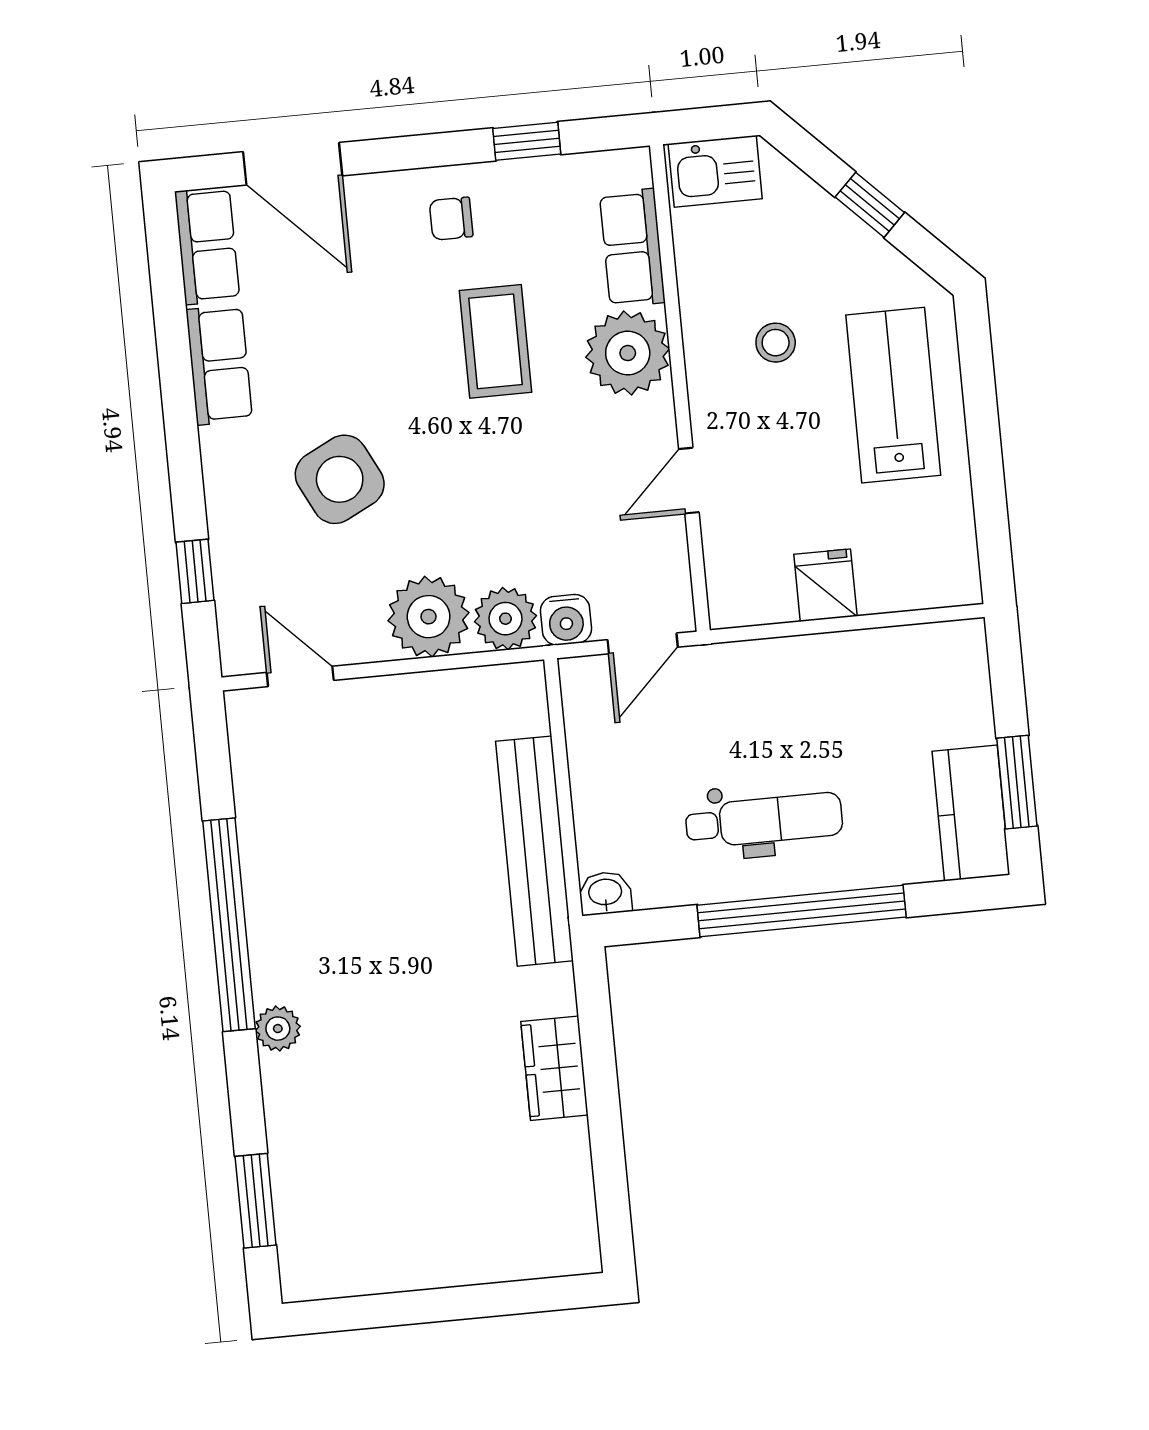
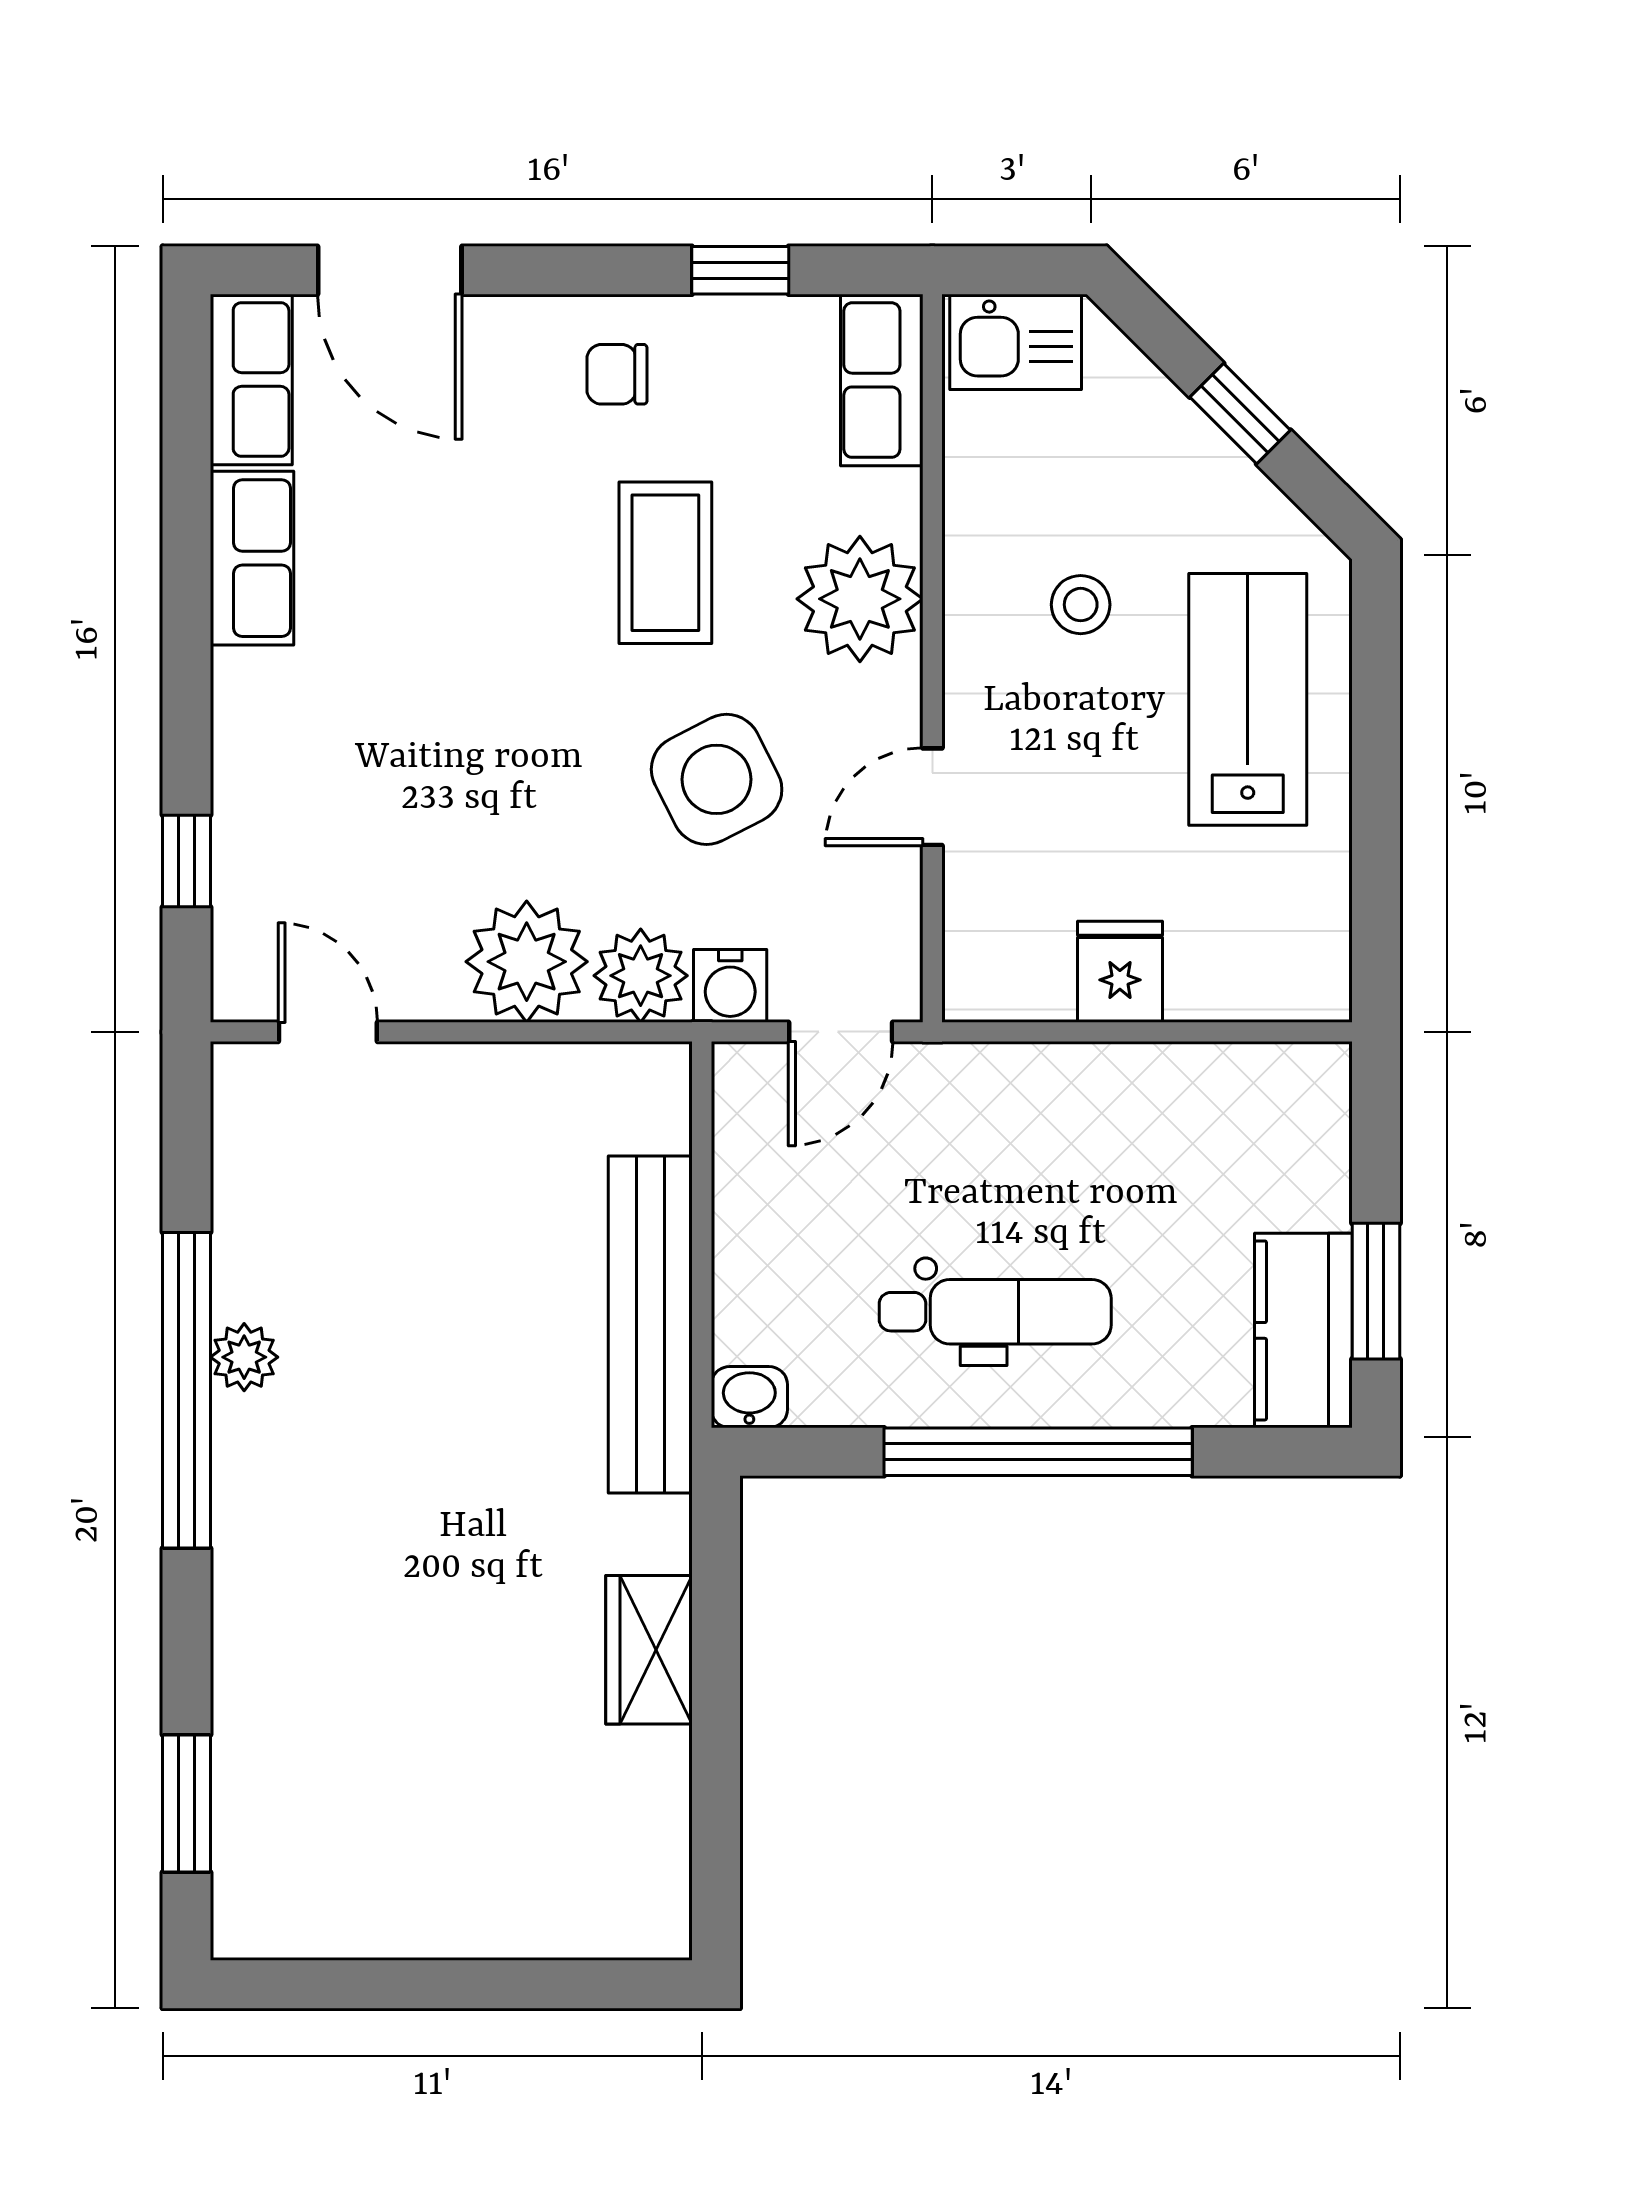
row of seats: (632, 248) -> (882, 380), moved
side table: (340, 479) -> (717, 779), moved
plant: (278, 1029) -> (244, 1357), moved

